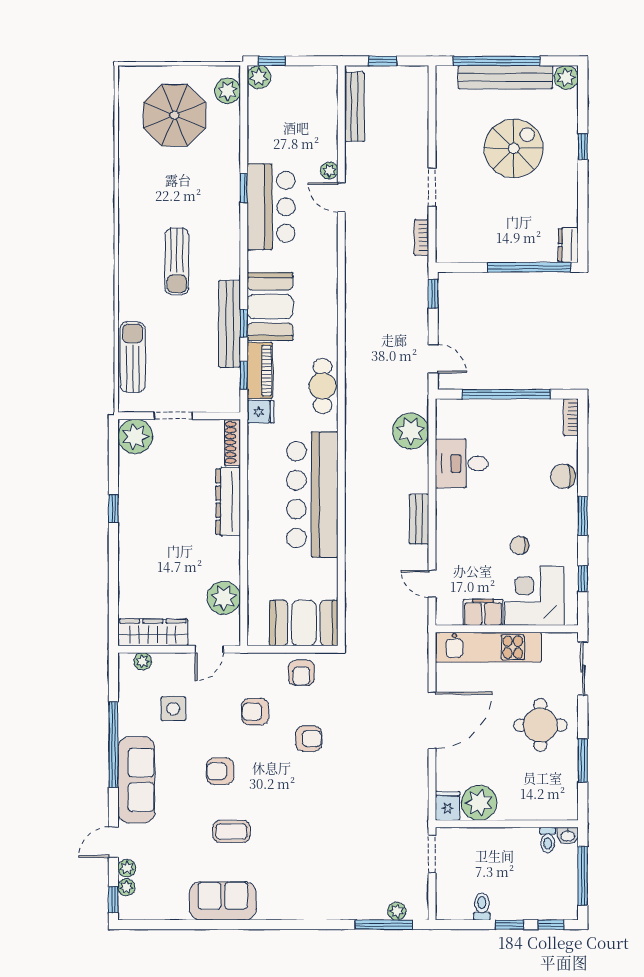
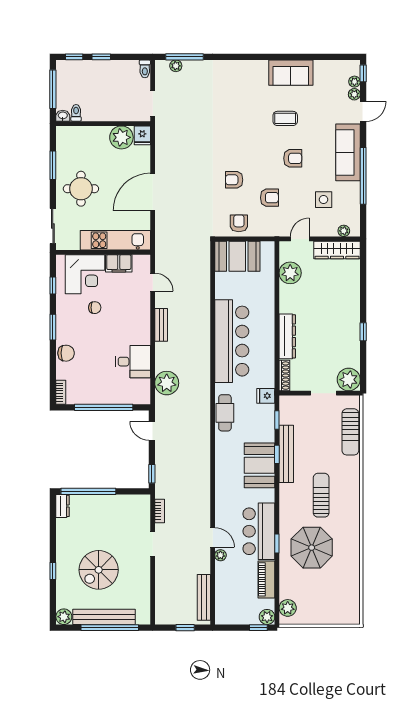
parasol: (174, 115) -> (312, 548), moved
piano: (260, 371) -> (266, 579), moved
toilet: (482, 907) -> (145, 69), moved

